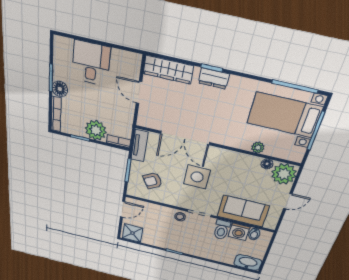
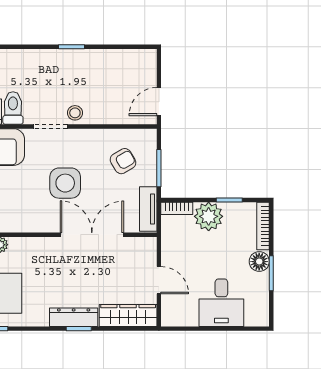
dresser: (214, 78) -> (74, 317), width x1.44
shower: (132, 233) -> (139, 63), removed

